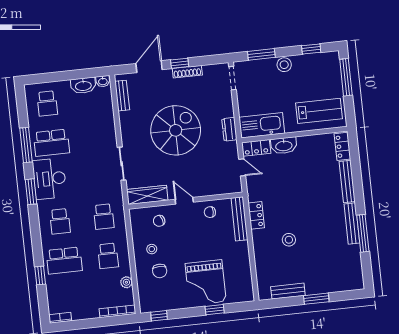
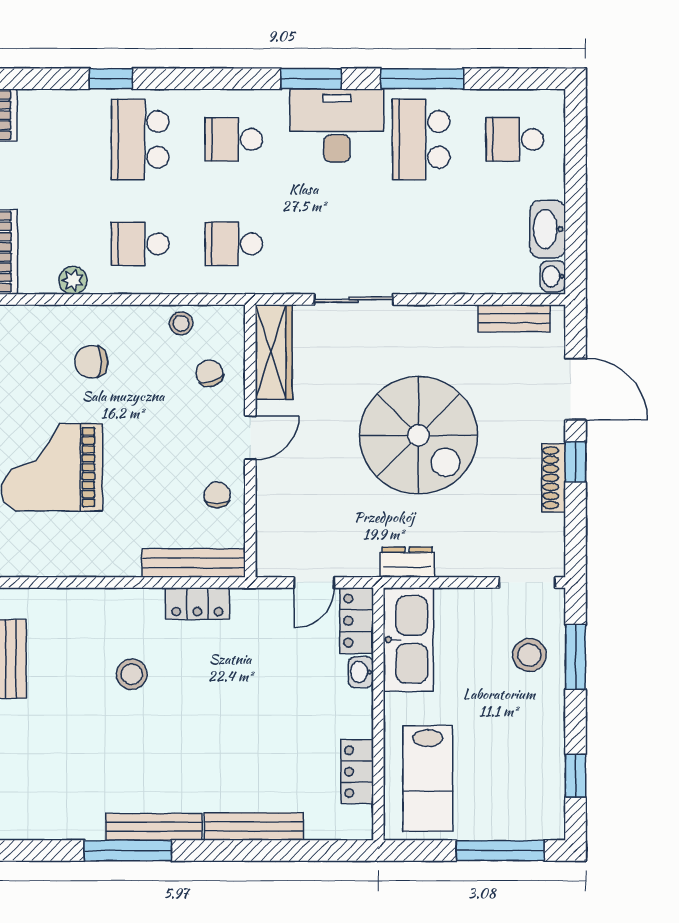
stool: (284, 65) -> (529, 655), moved
washbasin: (284, 146) -> (361, 672), width x0.52, depth x0.69
locker: (342, 146) -> (357, 772), moved, turned -90
stool: (152, 249) -> (181, 323), moved

